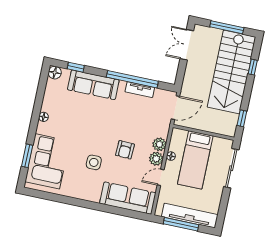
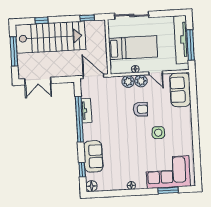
sofa: (93, 85) -> (93, 156), width x0.73
sofa: (128, 198) -> (180, 90), width x0.73

